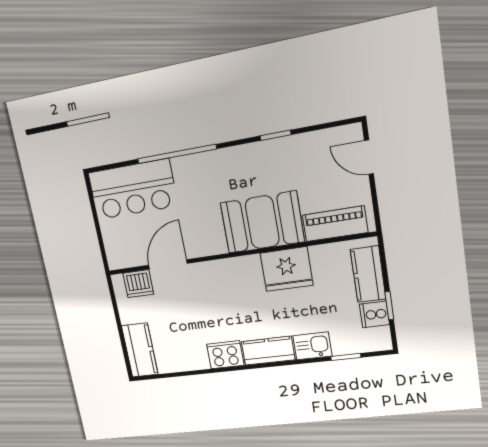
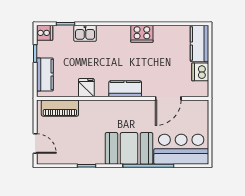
booth: (262, 222) -> (129, 148), moved
fridge: (287, 269) -> (86, 88), width x0.53, depth x0.75
dishwasher: (138, 284) -> (200, 72), moved, turned -90
cooker: (374, 314) -> (45, 33), moved
kitchen counter: (268, 351) -> (125, 89), moved, turned 180

